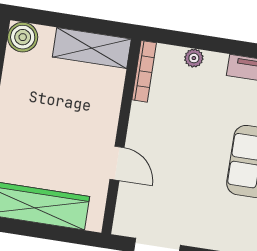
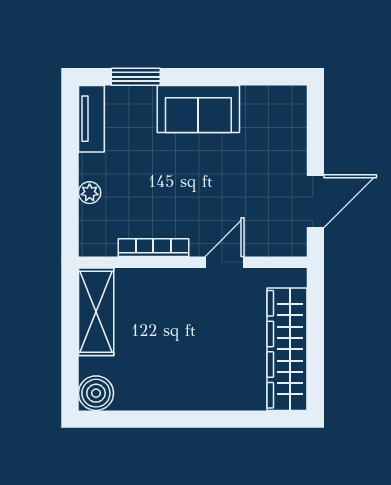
bookcase: (144, 71) -> (153, 248), moved

